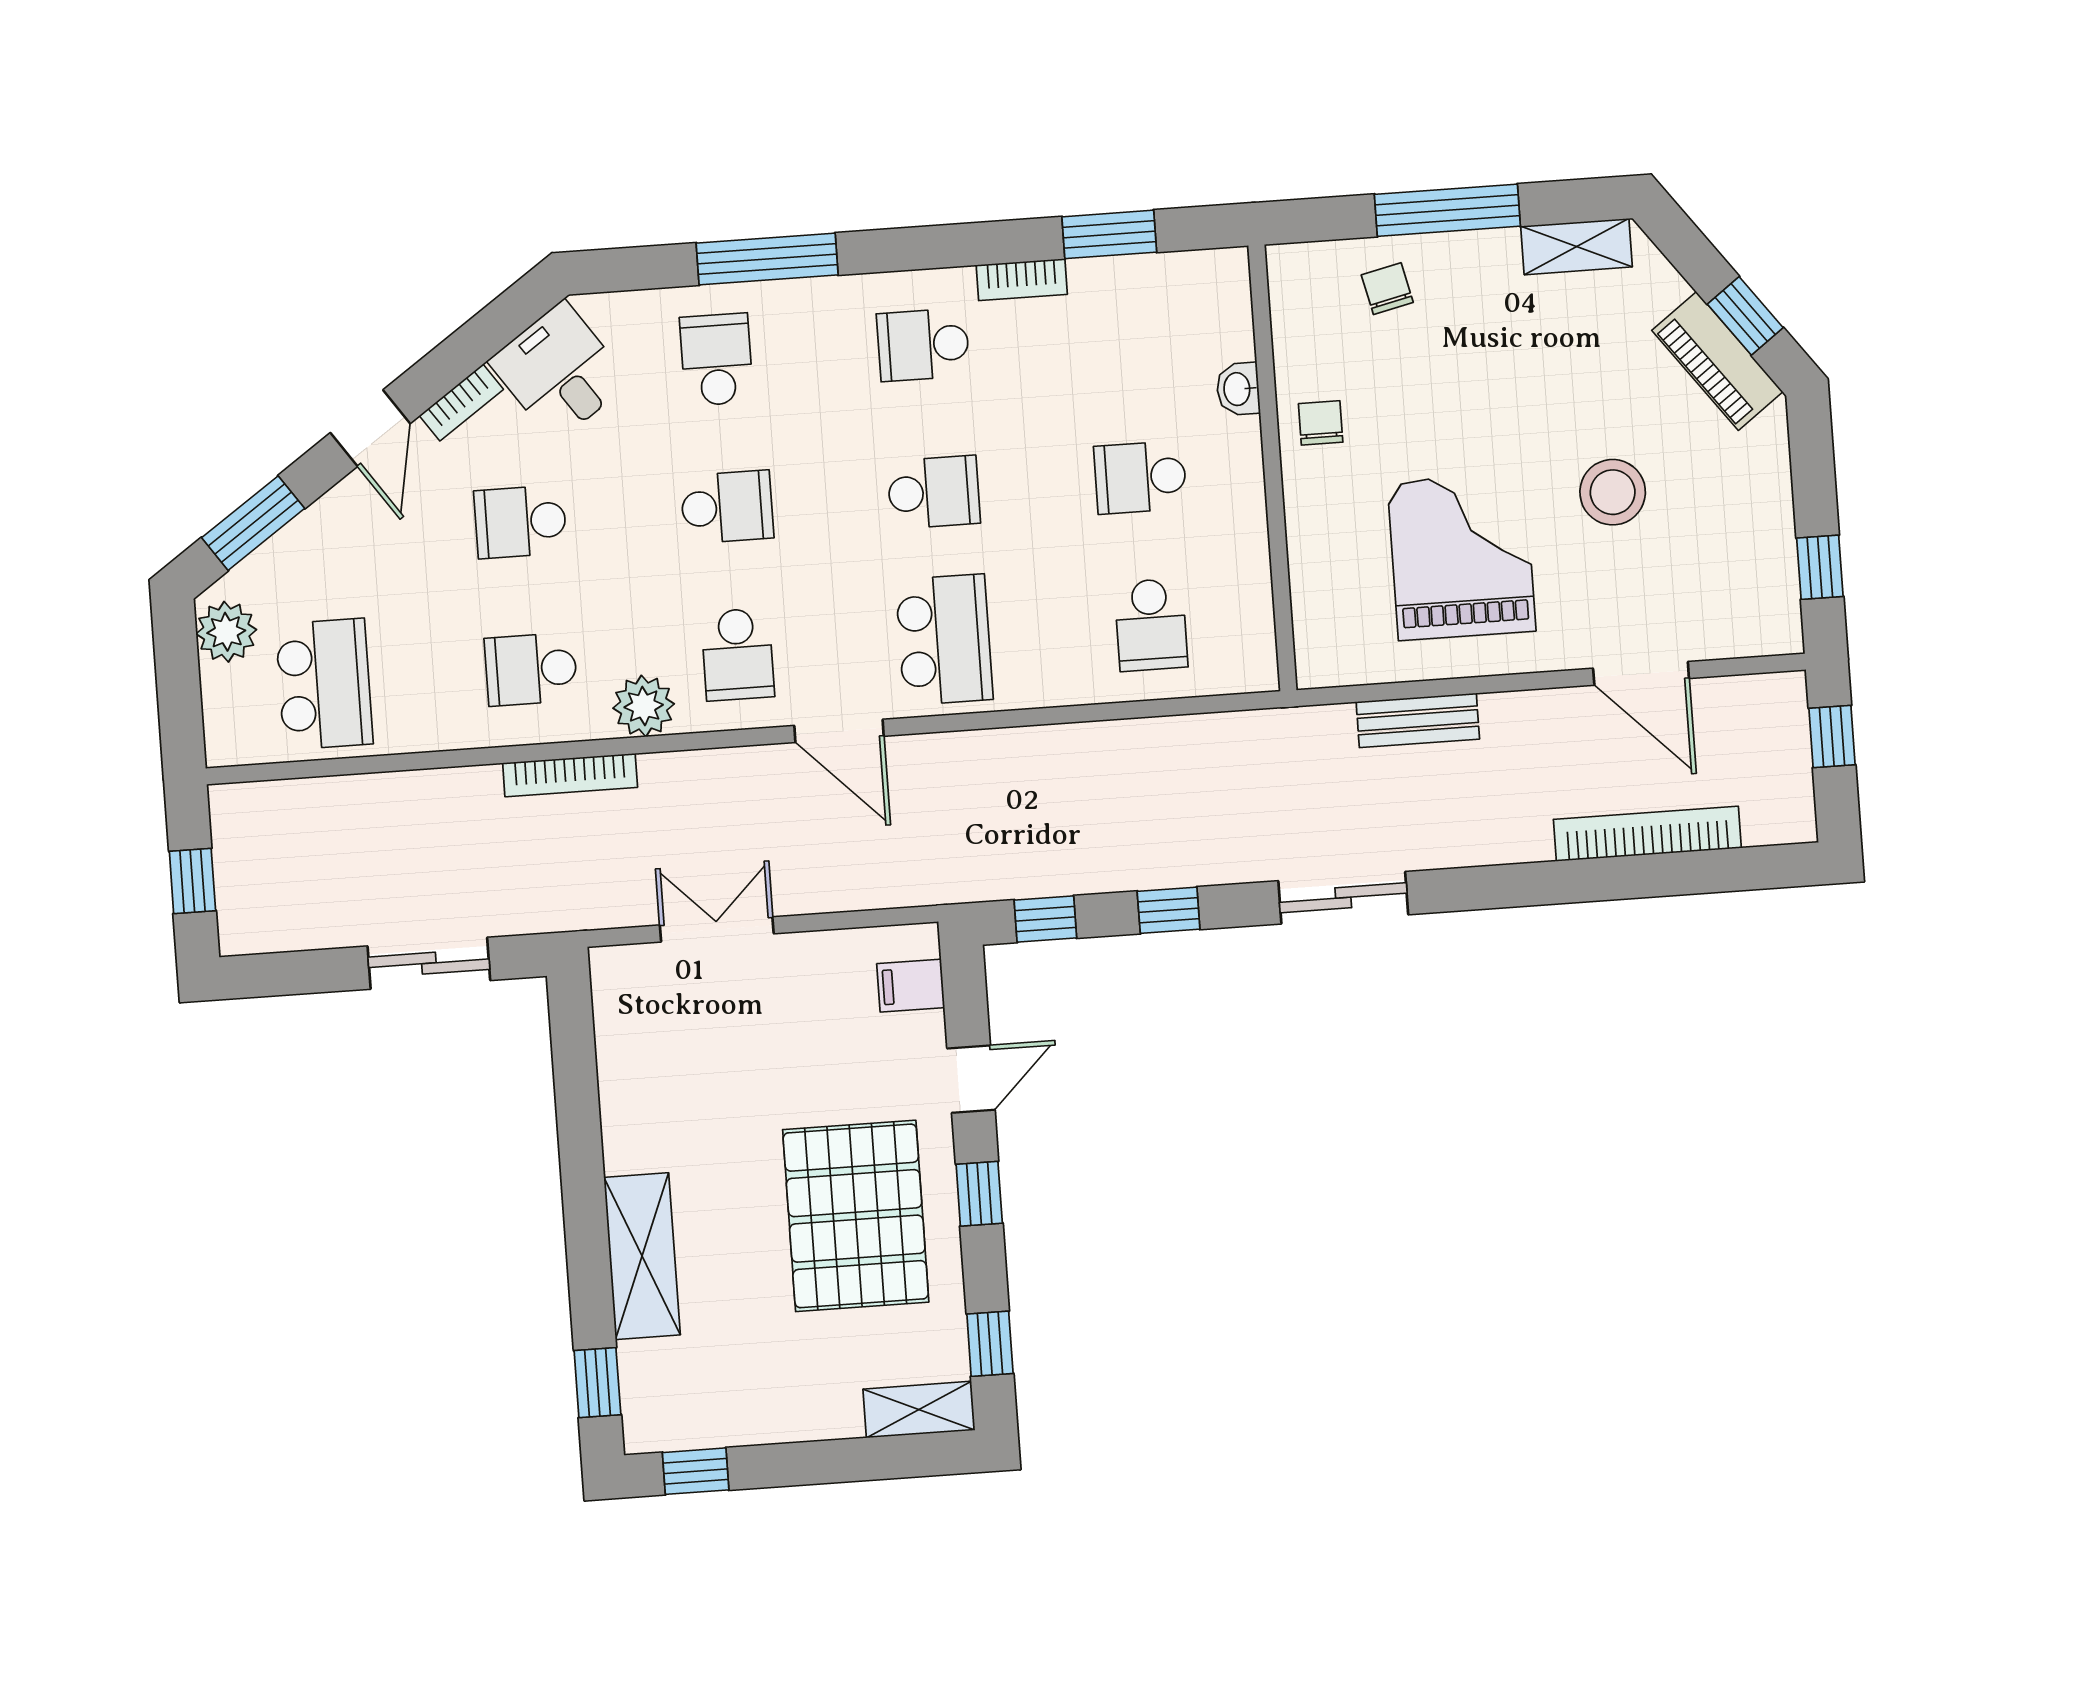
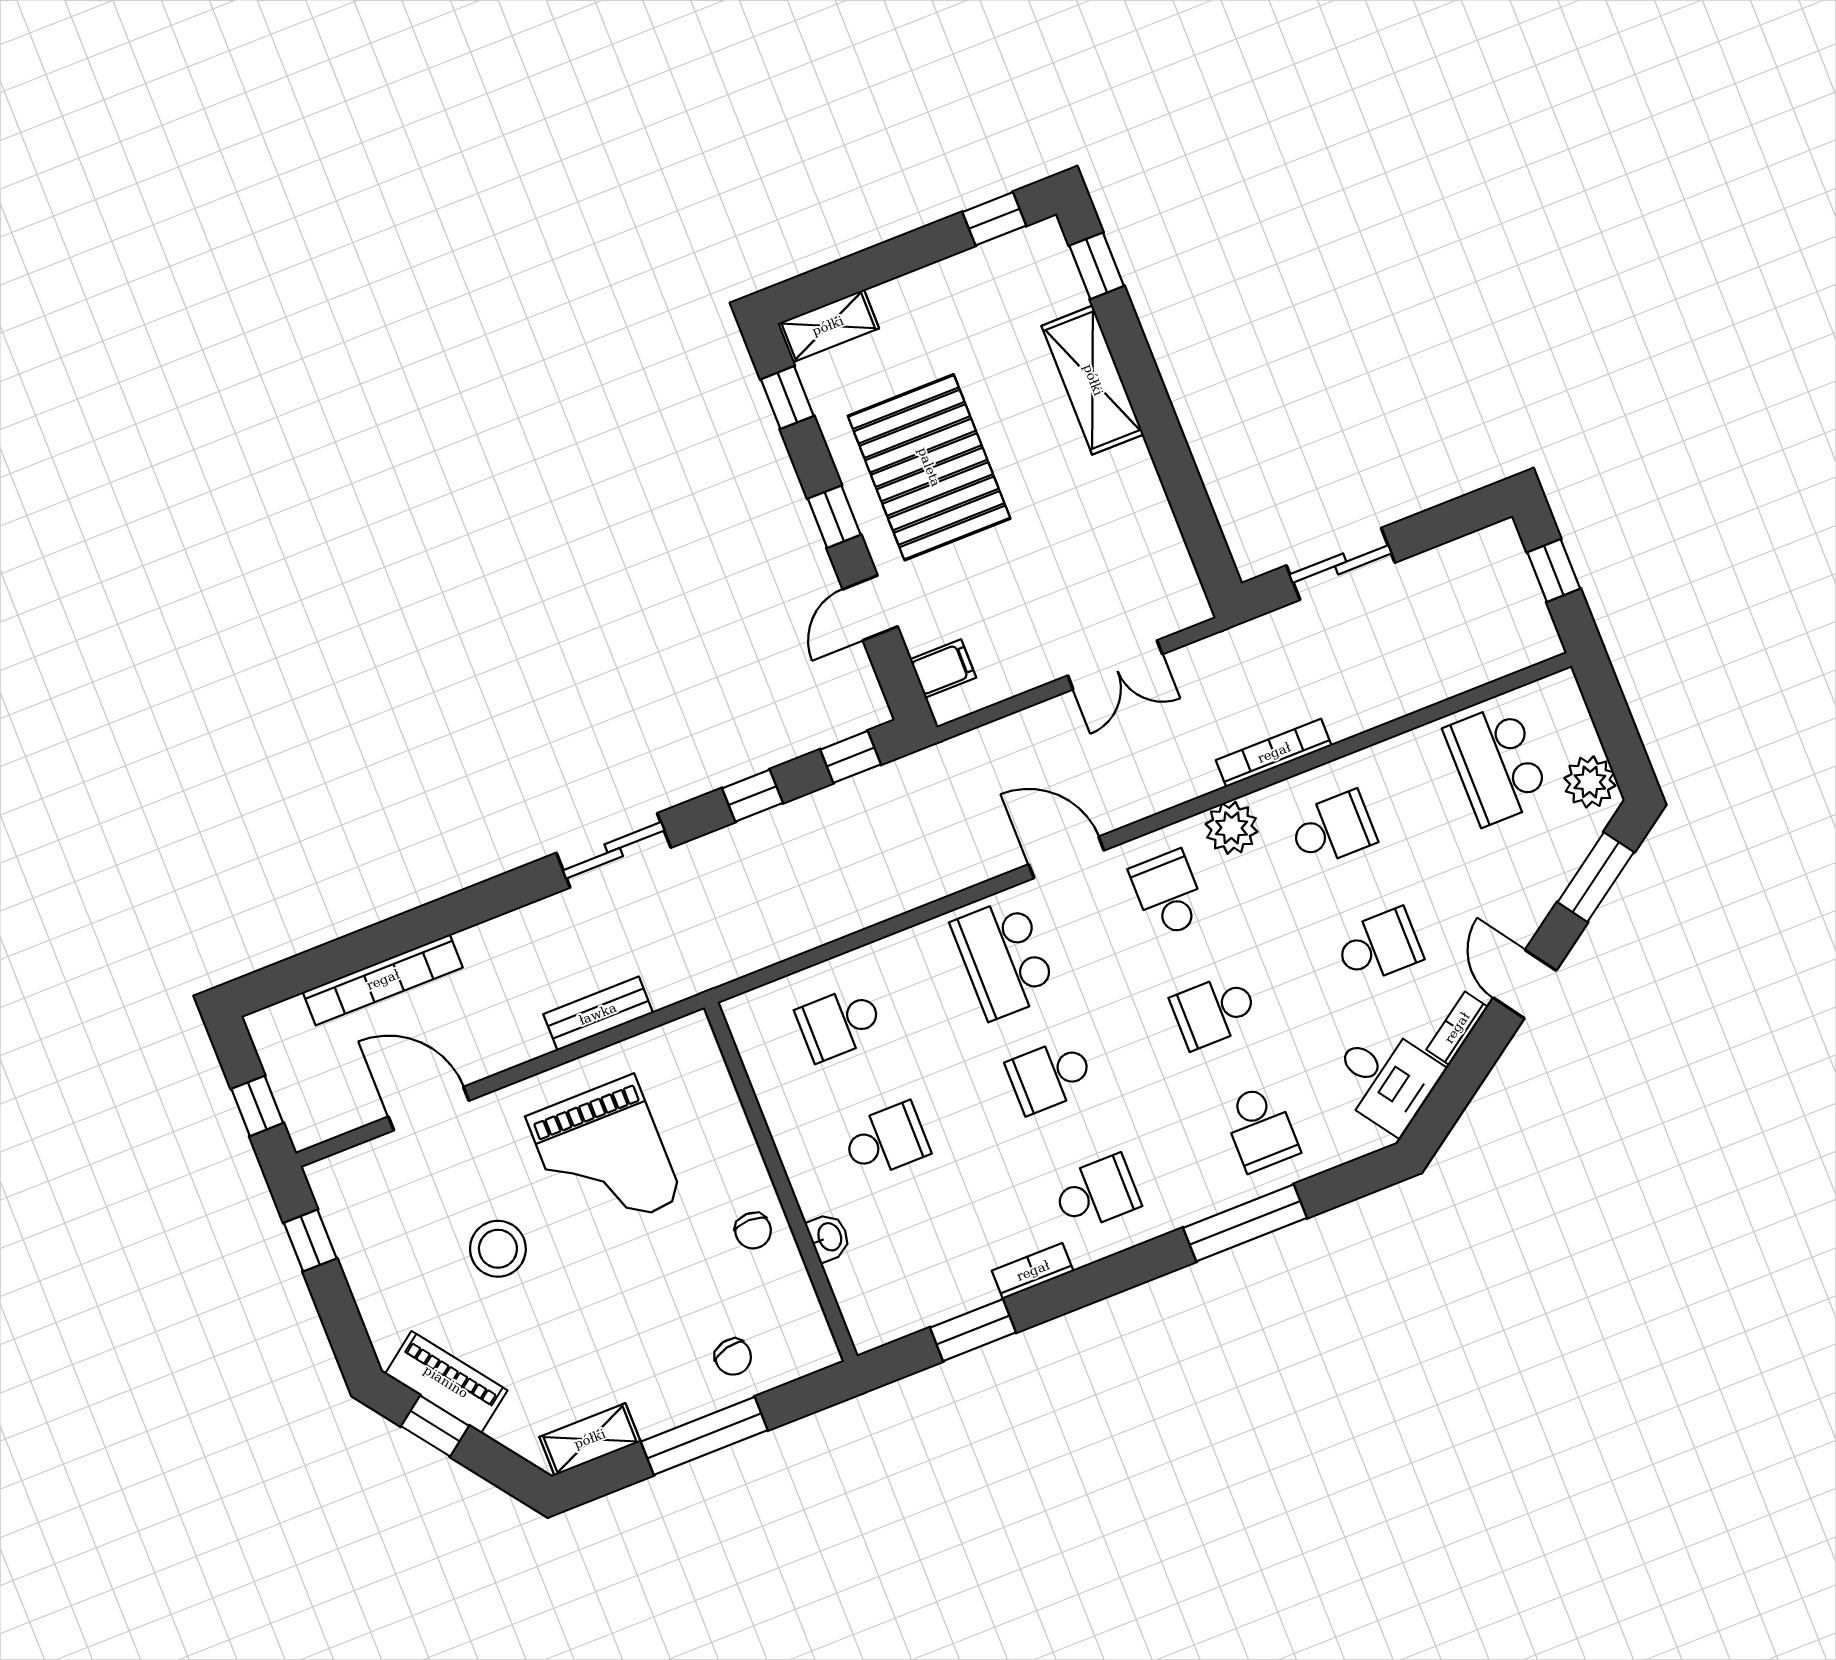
school desk: (1151, 625) -> (840, 1023), turned -90

